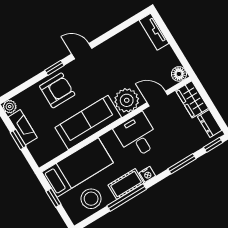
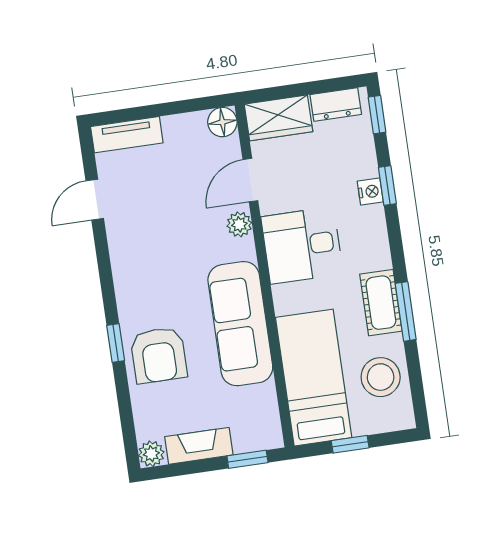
door: (82, 51) -> (95, 200), moved
armchair: (57, 90) -> (159, 355), turned 180
plant: (127, 100) -> (239, 224), width x0.53, depth x0.53
window: (18, 139) -> (247, 459), moved
window: (182, 164) -> (387, 186), width x0.67
nightstand: (147, 174) -> (370, 192), moved
window: (127, 197) -> (406, 311), width x0.69

